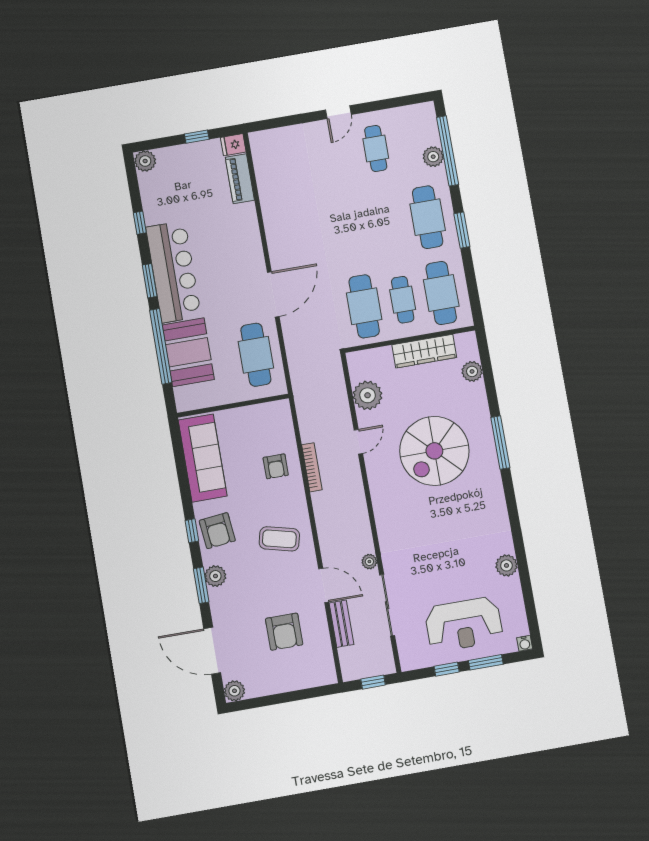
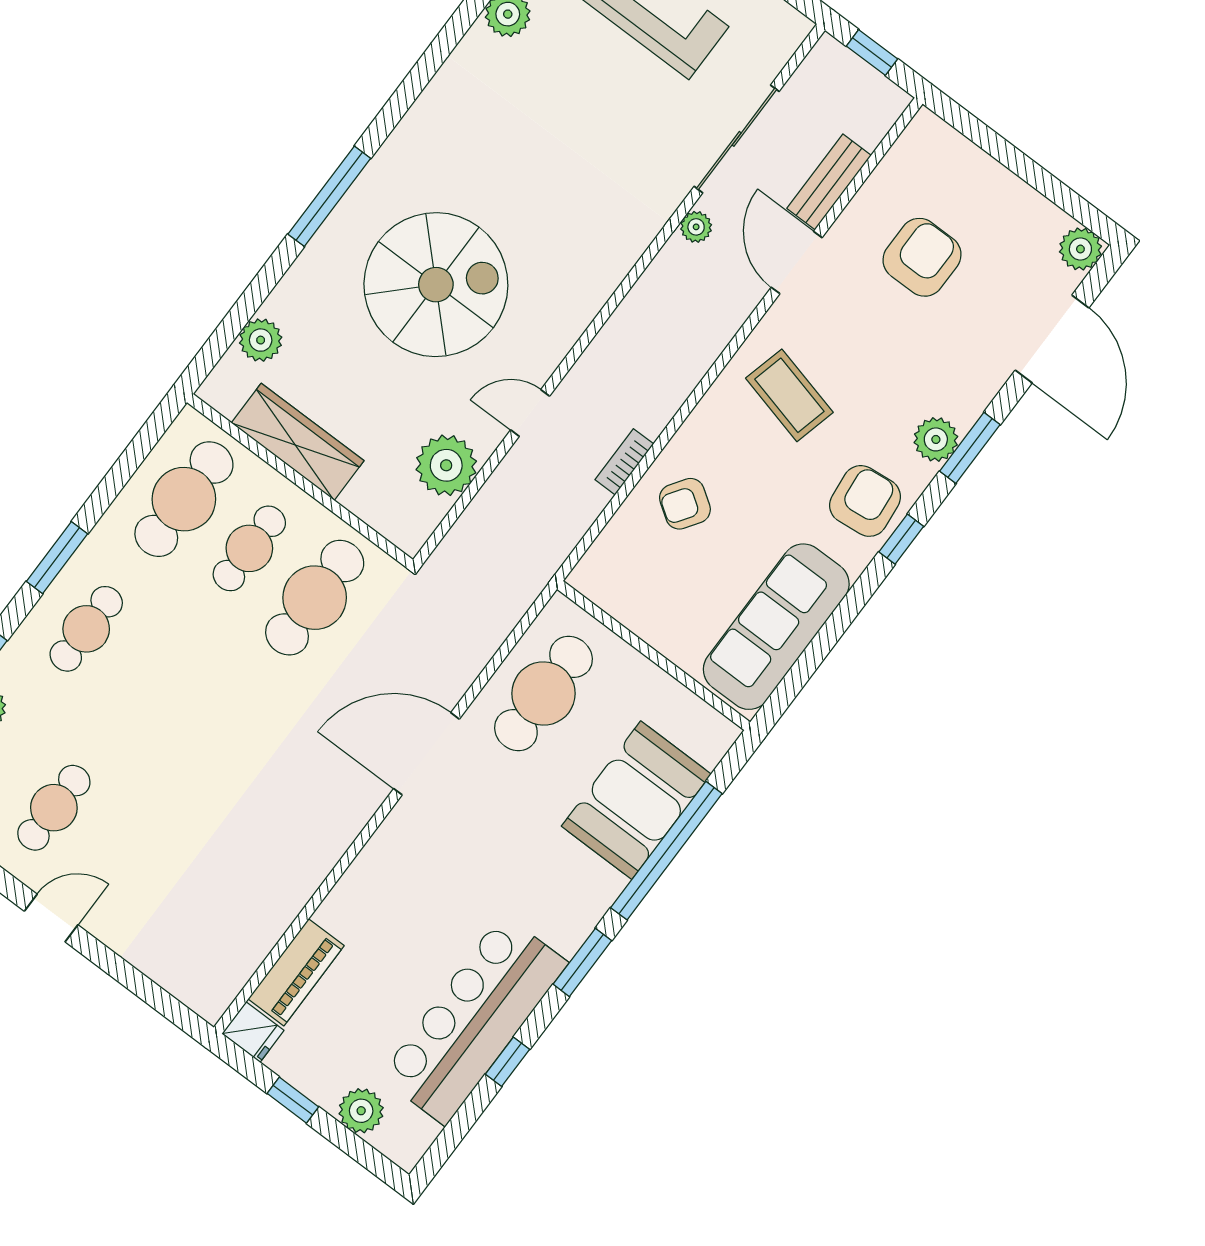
plant: (145, 161) -> (361, 1111), moved
cafe table: (428, 217) -> (86, 629), width x0.73, depth x0.74
bar counter: (173, 272) -> (474, 1020), moved
armchair: (276, 466) -> (685, 504), turned -146
bookcase: (312, 467) -> (624, 462), width x0.64

